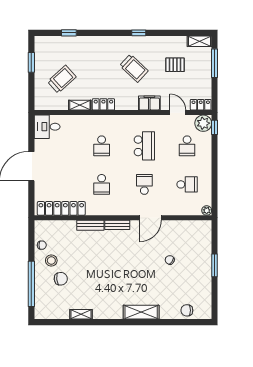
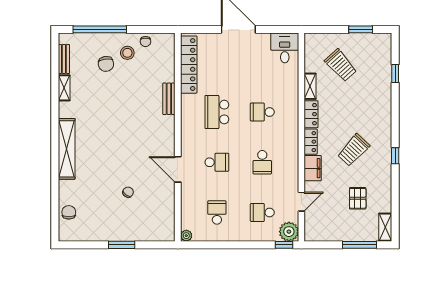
locker: (201, 105) -> (311, 142), moved
school desk: (144, 146) -> (262, 162), width x0.54
school desk: (102, 184) -> (217, 112), width x1.85
school desk: (187, 184) -> (217, 212), turned 180
bench: (117, 225) -> (64, 59), moved
shelving: (141, 312) -> (67, 149), width x1.47

